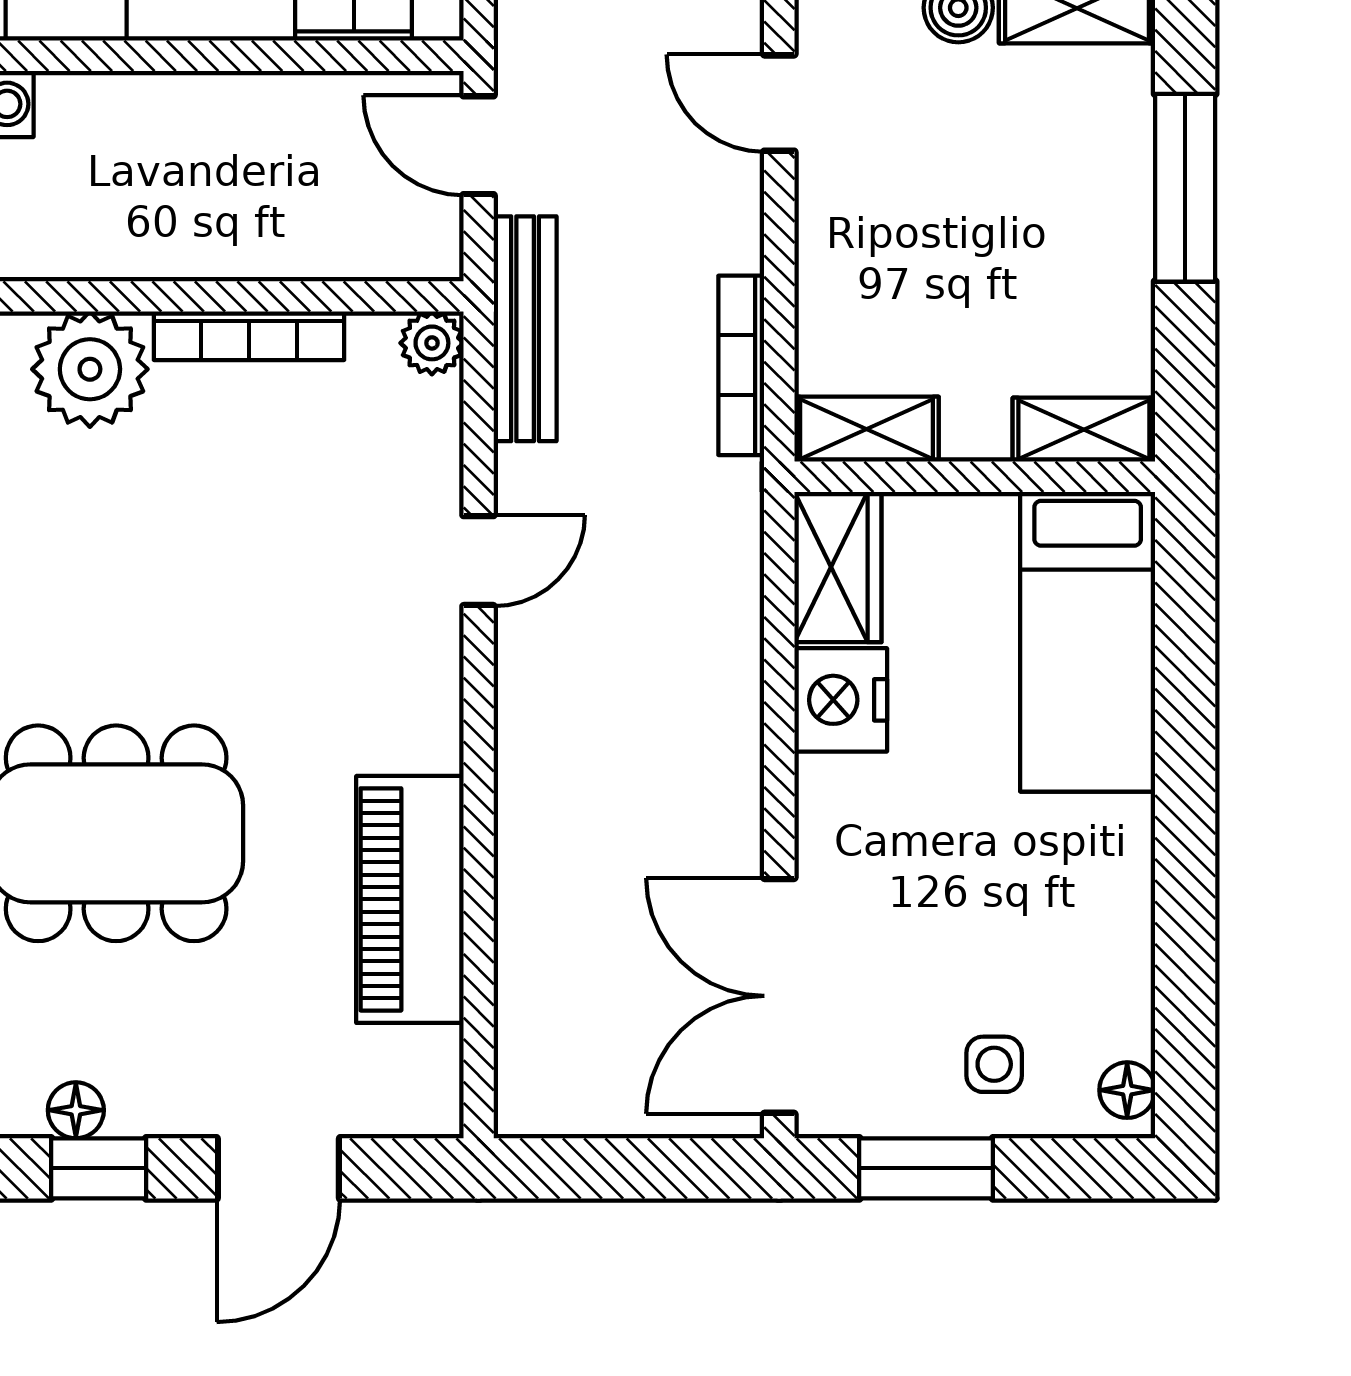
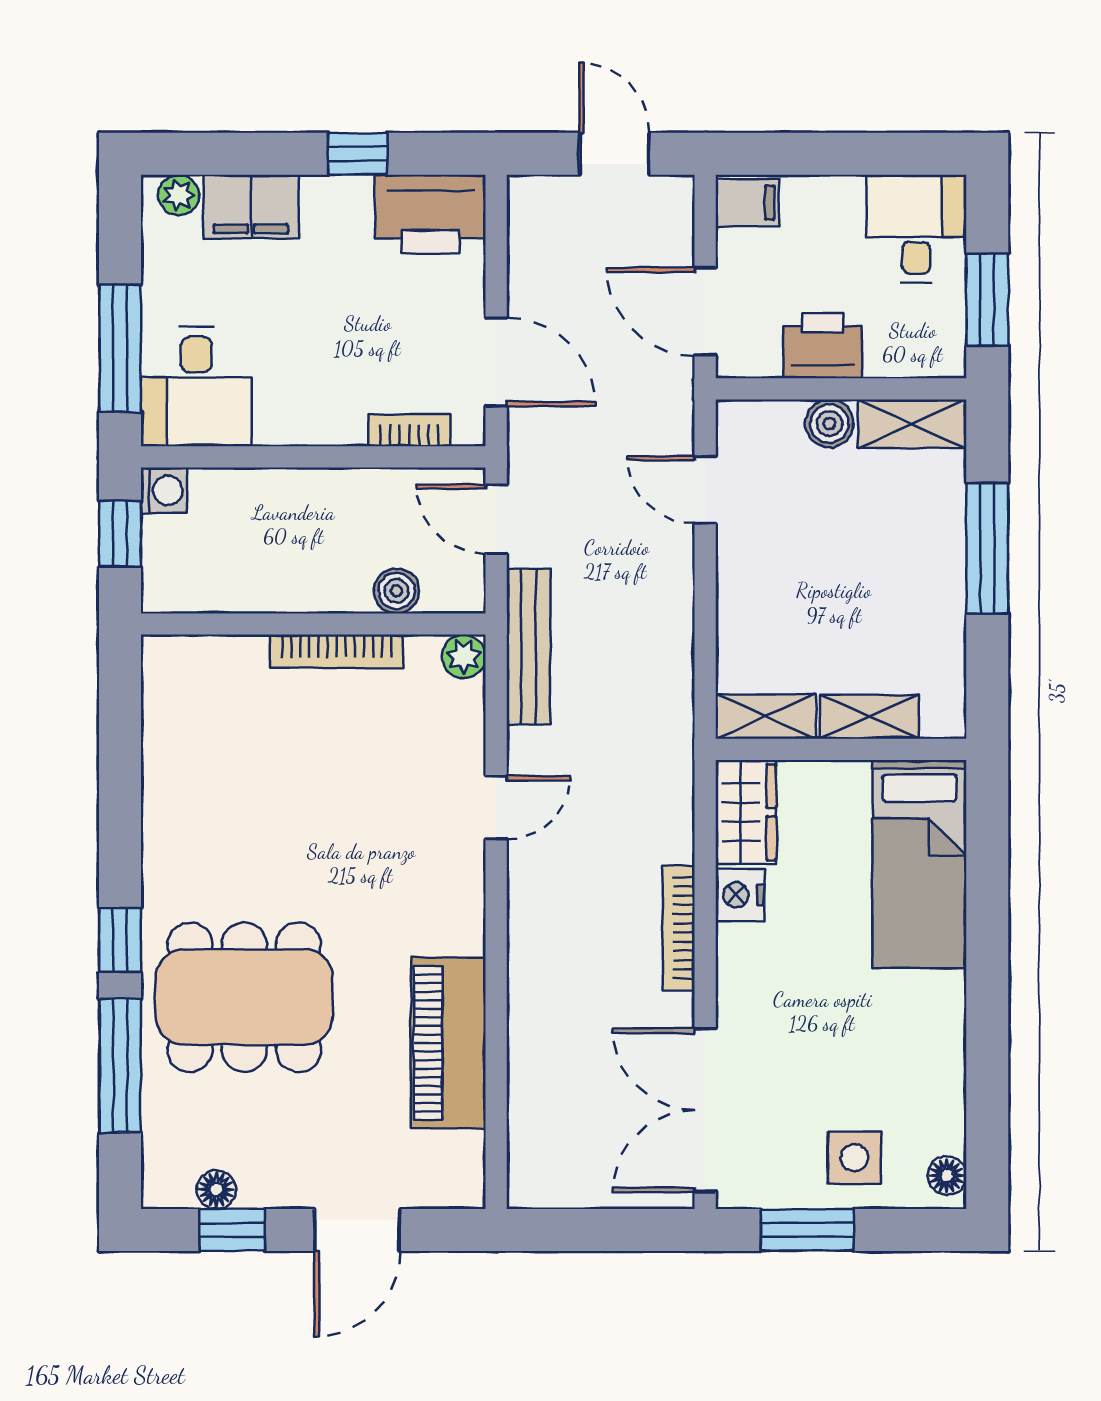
boiler: (335, 249) -> (397, 591), added
bookcase: (741, 365) -> (679, 928), moved
plant: (90, 369) -> (226, 675), removed
shelving: (1084, 430) -> (870, 717), moved
nightstand: (841, 700) -> (740, 895), width x0.74, depth x0.75
side table: (994, 1064) -> (854, 1158), width x1.37, depth x1.37

